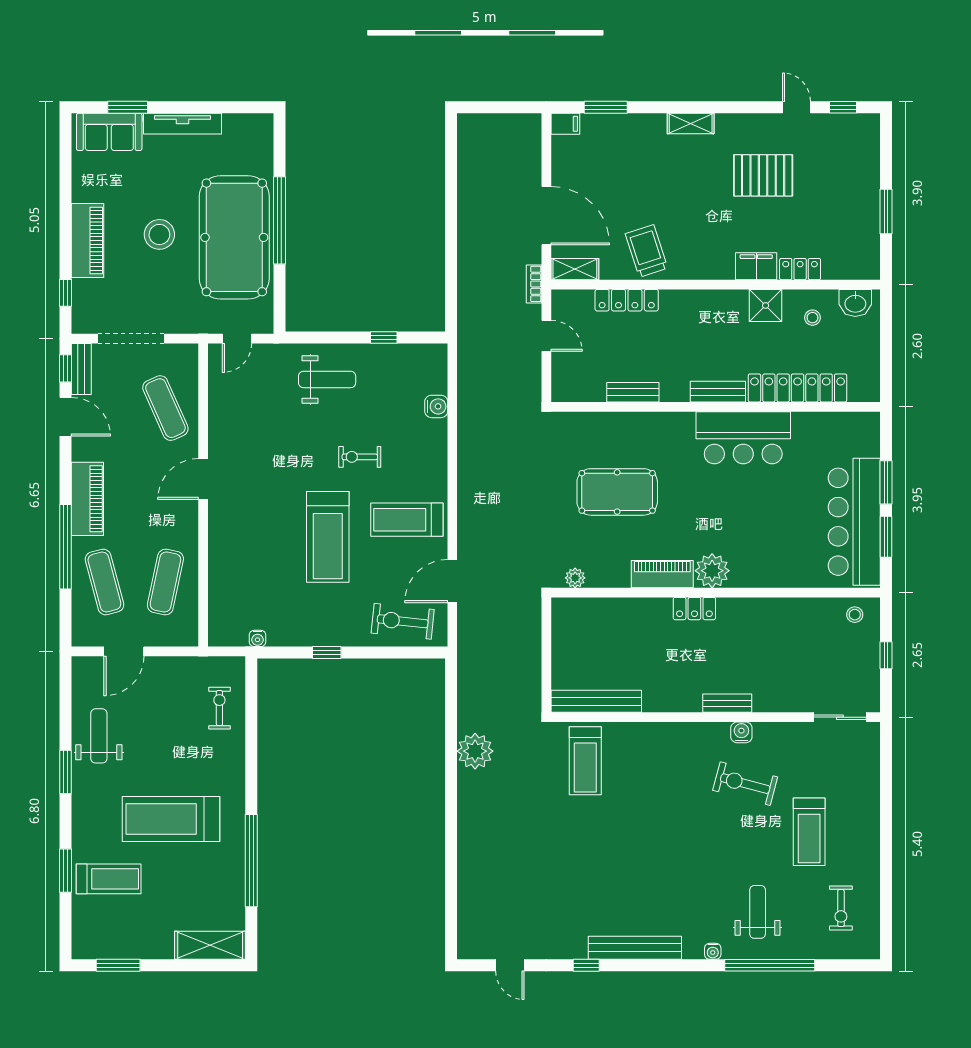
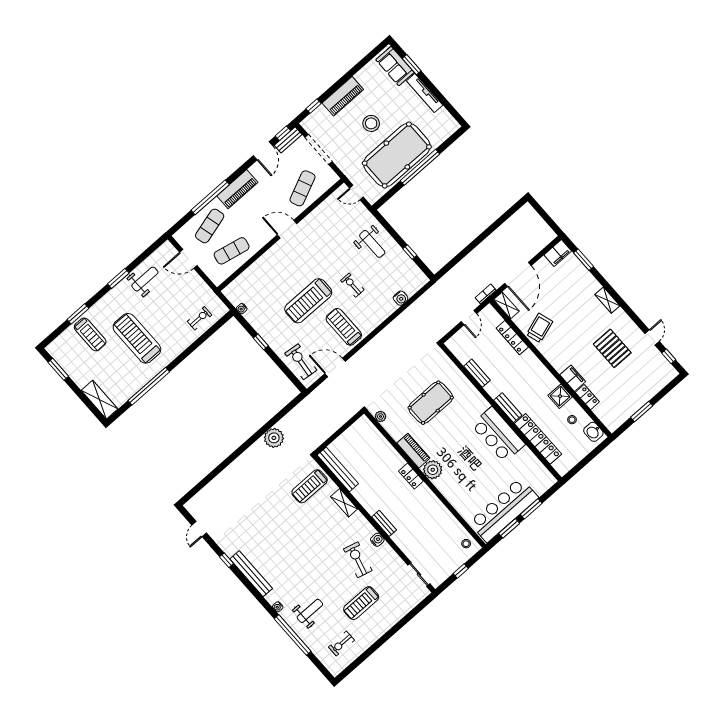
filing cabinet: (565, 124) -> (558, 253), width x2.00
pool table: (617, 492) -> (431, 403), turned 90
shelving: (650, 733) -> (344, 503), added

